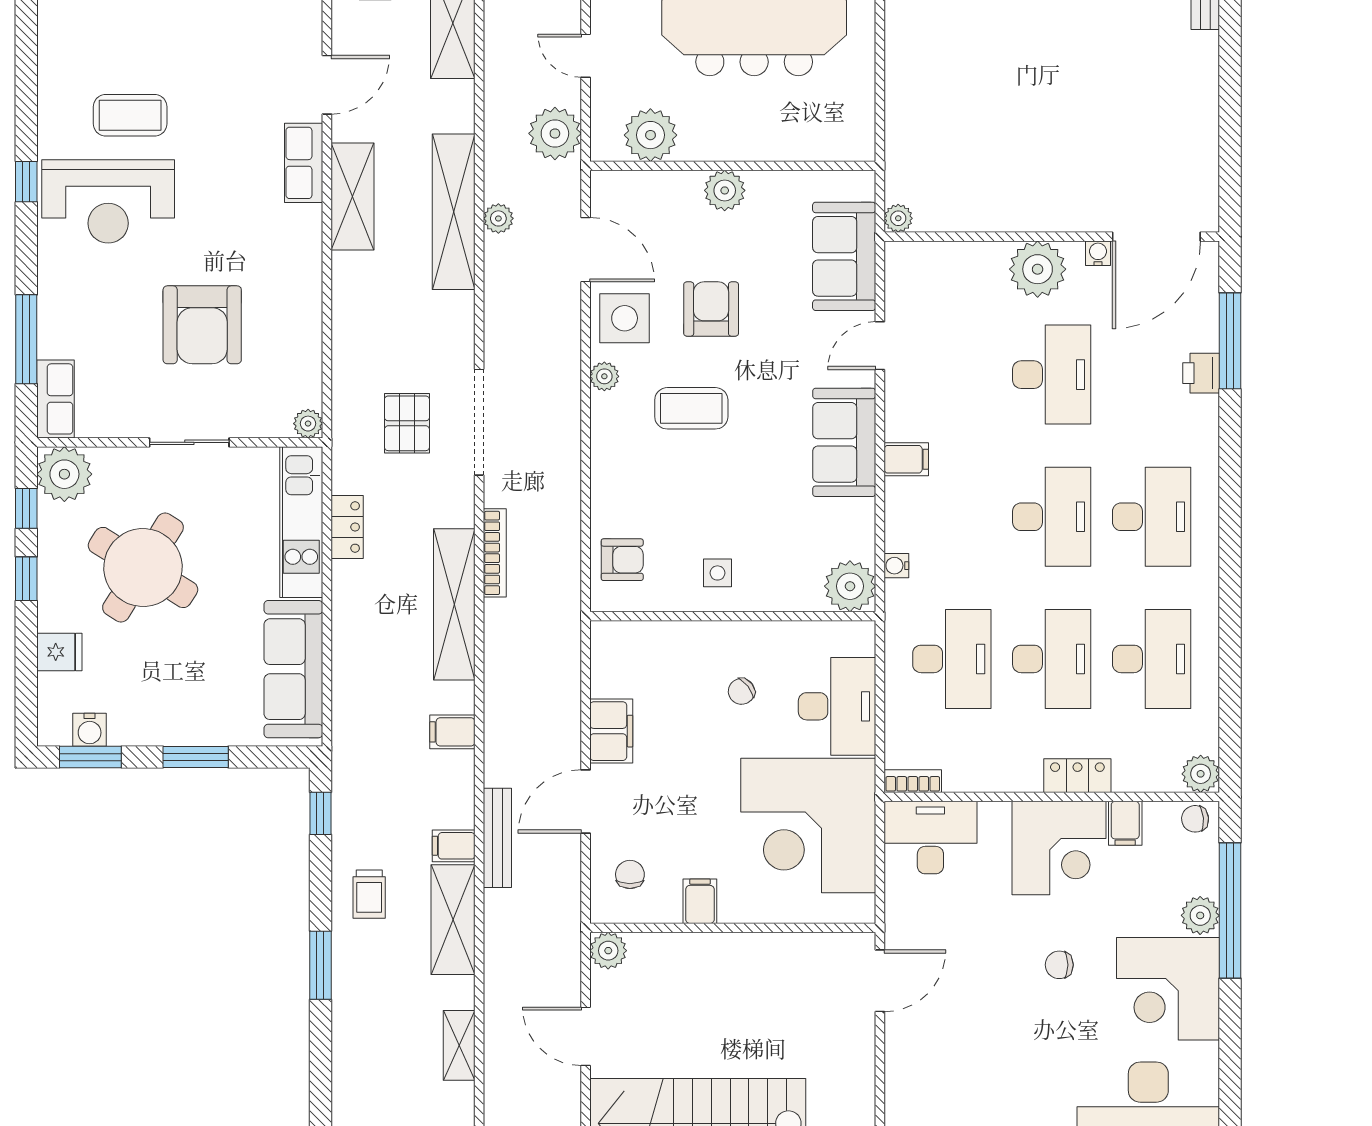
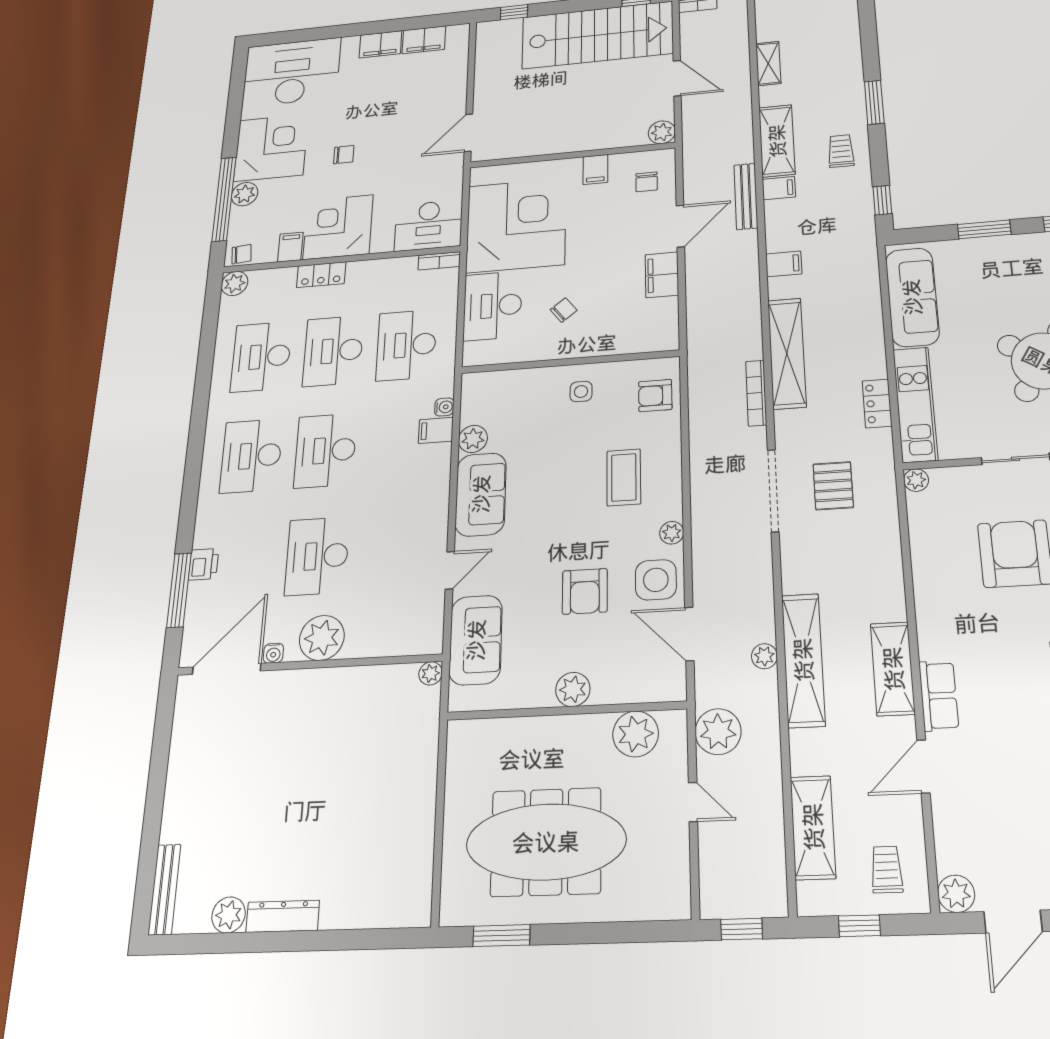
coffee table: (691, 408) -> (624, 477), moved, turned 90
filing cabinet: (906, 459) -> (436, 430), moved
plant: (850, 586) -> (473, 439), moved, width x0.73, depth x0.73

